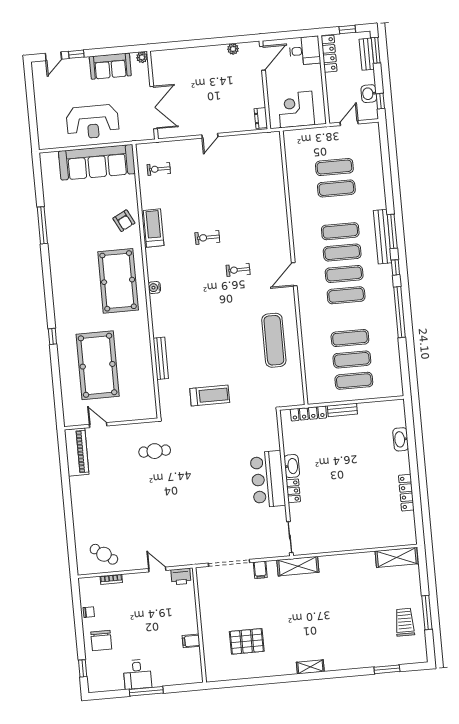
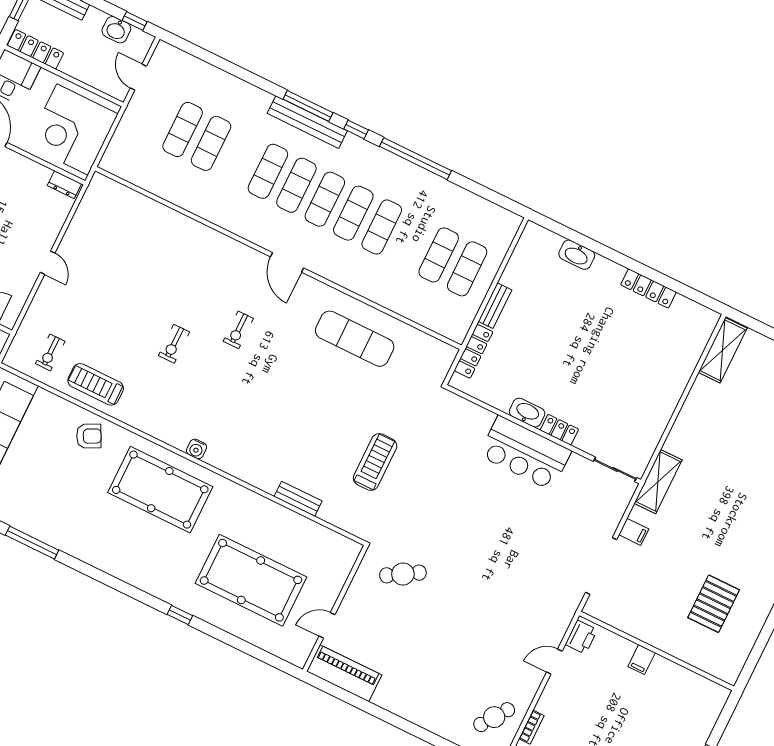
corner desk: (296, 109) -> (72, 129), width x1.36, depth x1.36
treadmill: (154, 228) -> (96, 384), moved
exercise mat: (350, 338) -> (382, 227), moved
bench: (161, 358) -> (298, 499), width x0.73
cafe table: (155, 451) -> (403, 574), turned 59
filing cabinet: (191, 641) -> (642, 660), moved

